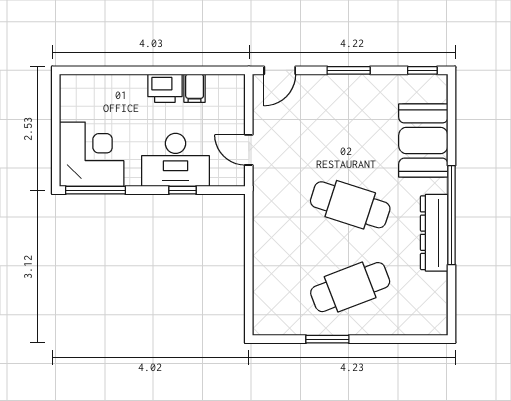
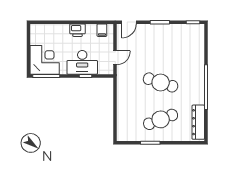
filing cabinet: (195, 88) -> (102, 30), moved
booth: (423, 141) -> (193, 54), removed
door: (249, 150) -> (115, 58), swing flipped
dresser: (434, 233) -> (198, 122), moved

